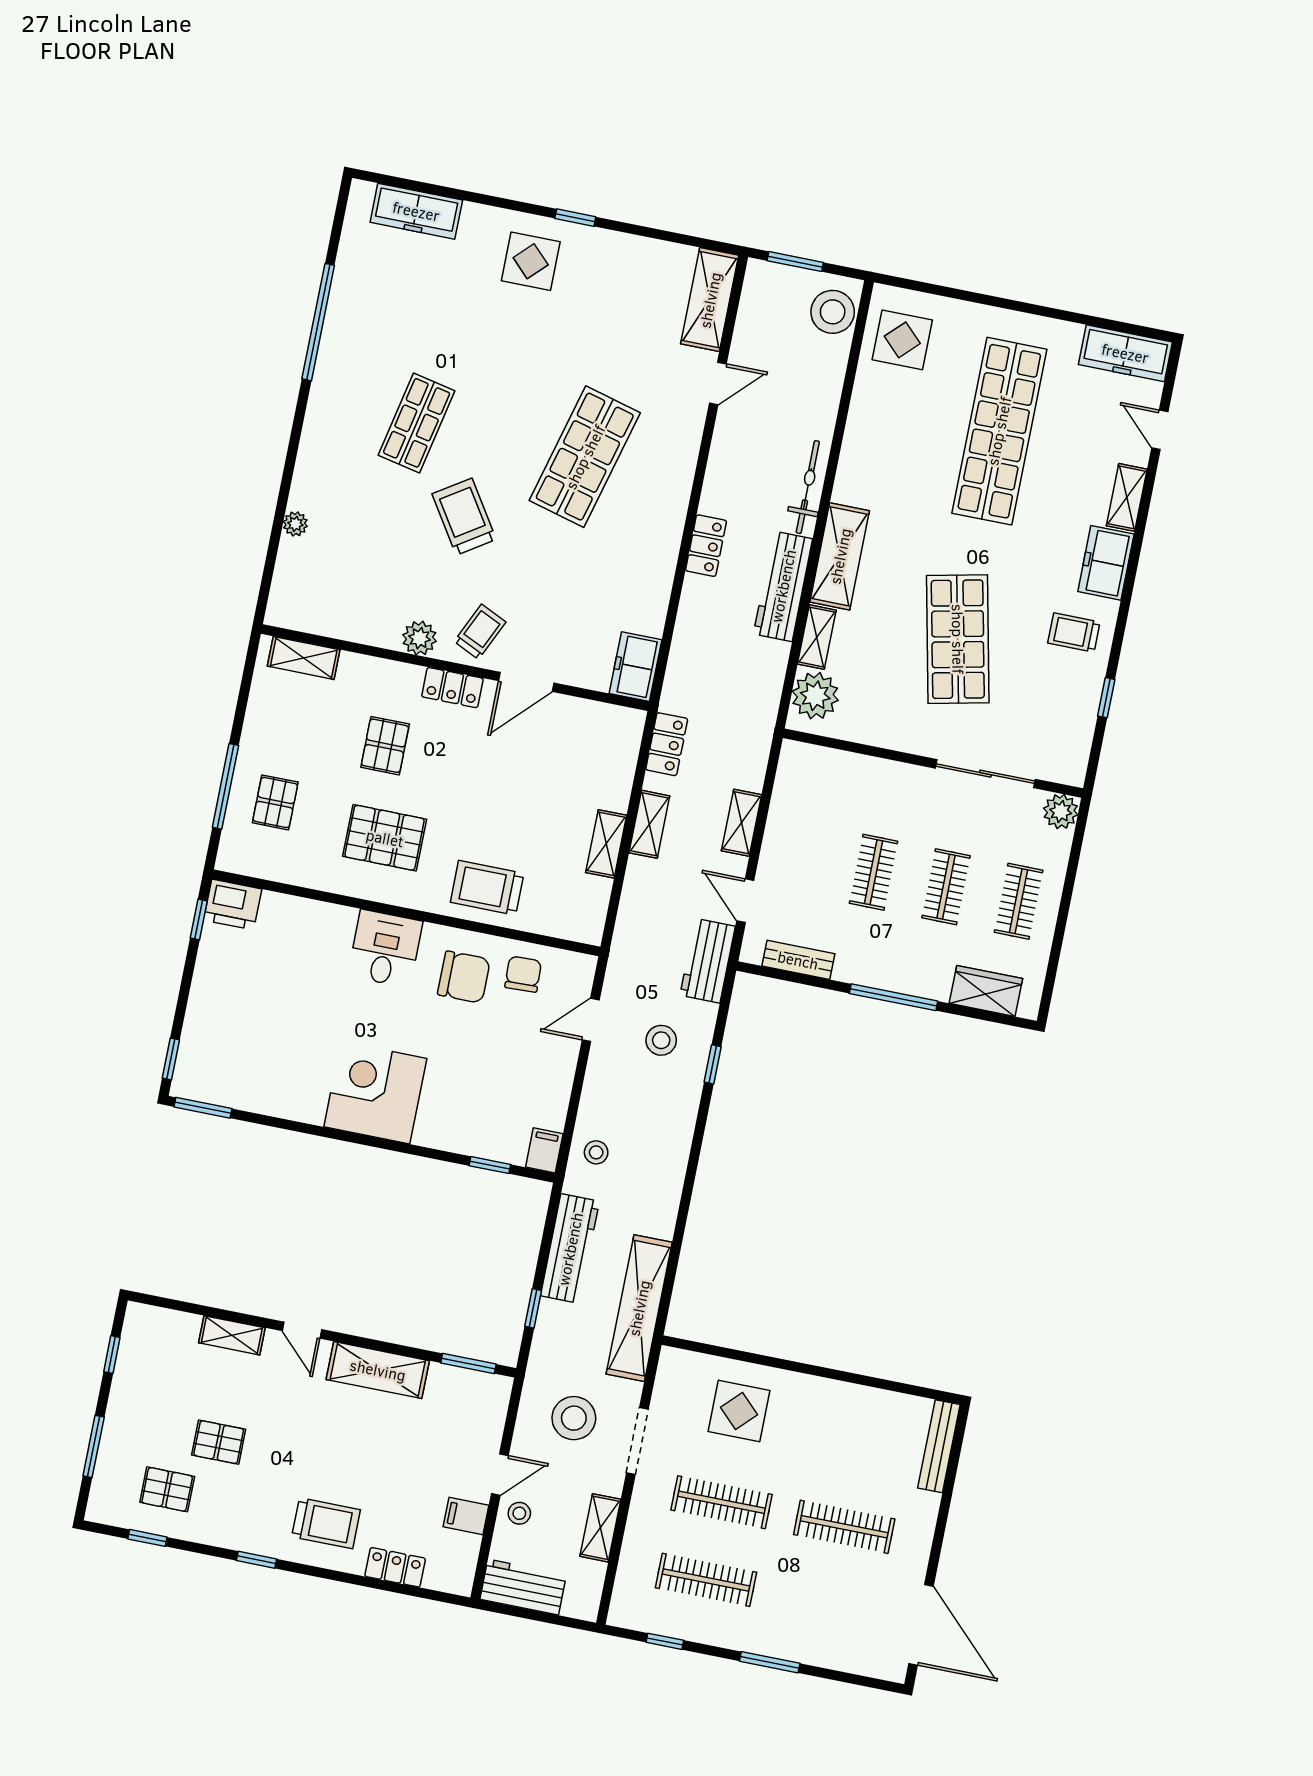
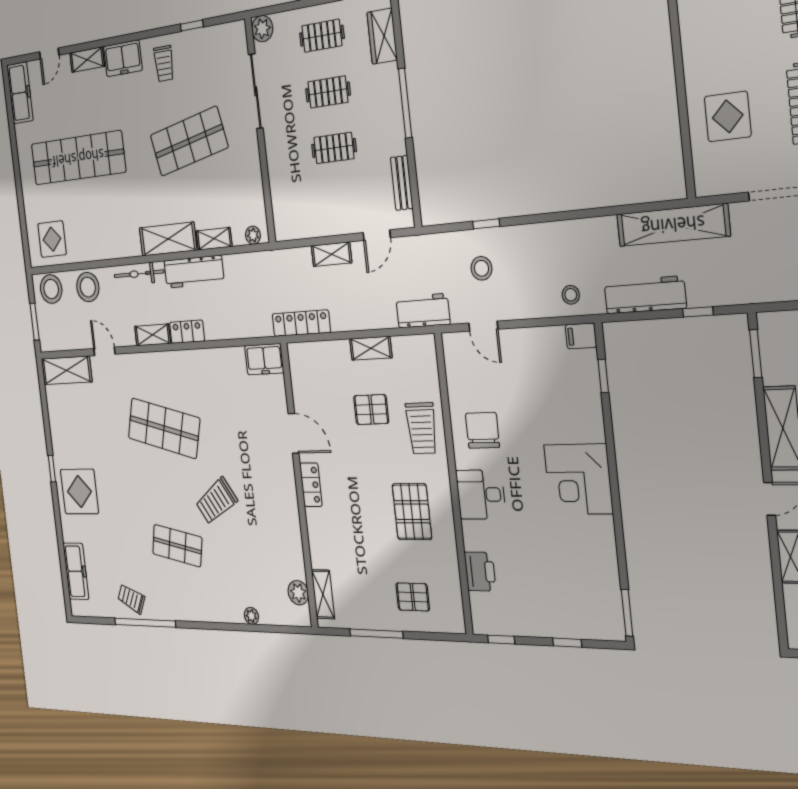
display table: (531, 261) -> (79, 491), width x1.36, depth x1.36
trolley: (480, 632) -> (131, 599), moved
plant: (420, 638) -> (298, 593), moved
plant: (815, 696) -> (253, 235), width x0.53, depth x0.53
locker: (667, 744) -> (301, 323), width x1.53
pallet: (385, 746) -> (371, 410), moved
window: (225, 786) -> (376, 634), moved
shelving: (649, 824) -> (153, 335), moved
printer: (233, 905) -> (480, 572), moved
workbench: (708, 961) -> (423, 311), moved, turned 180
chair: (523, 974) -> (468, 386), removed
window: (171, 1059) -> (567, 643), moved
stool: (574, 1418) -> (88, 287), moved

